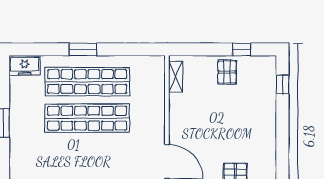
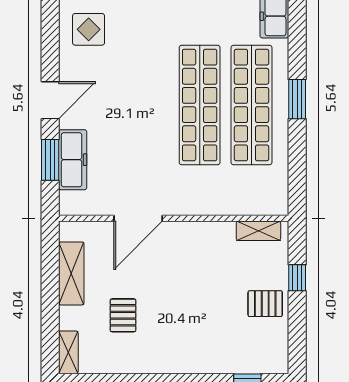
window: (242, 49) -> (297, 278), moved

